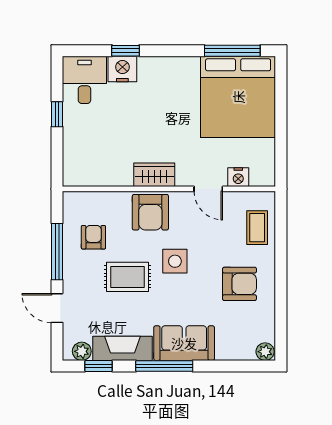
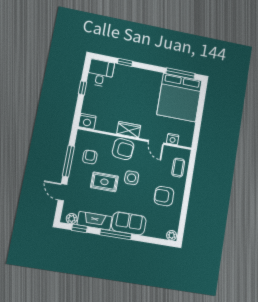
nightstand: (122, 69) -> (87, 121), moved, turned 180
armchair: (150, 212) -> (123, 149), turned -85
armchair: (239, 284) -> (164, 196), turned 180

